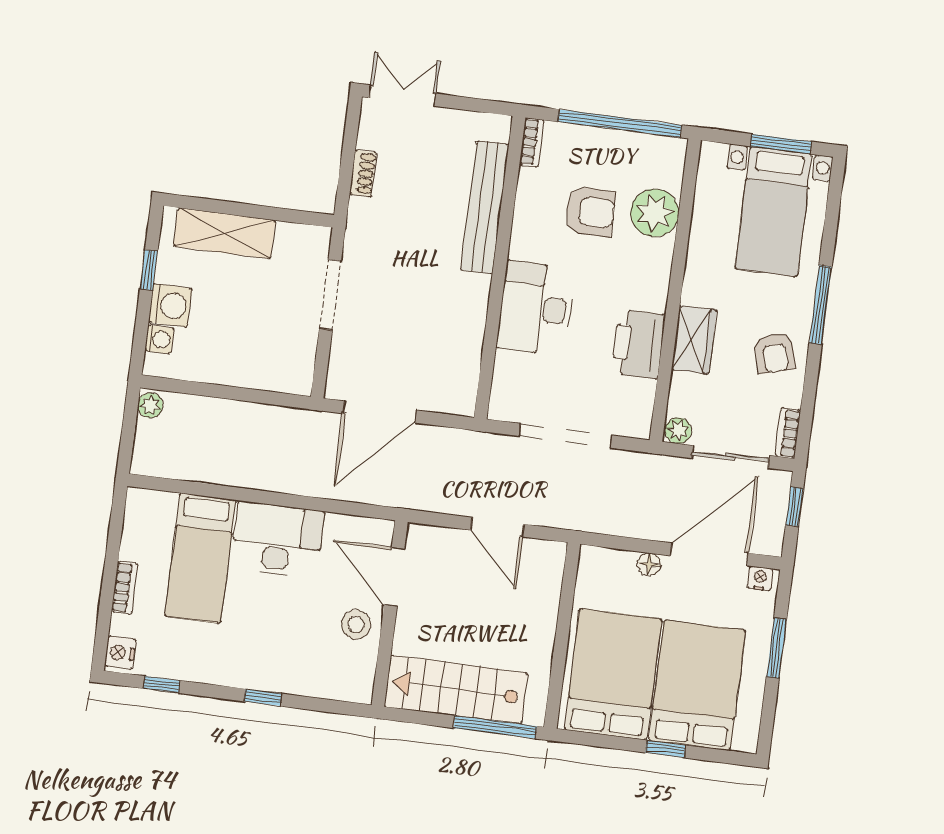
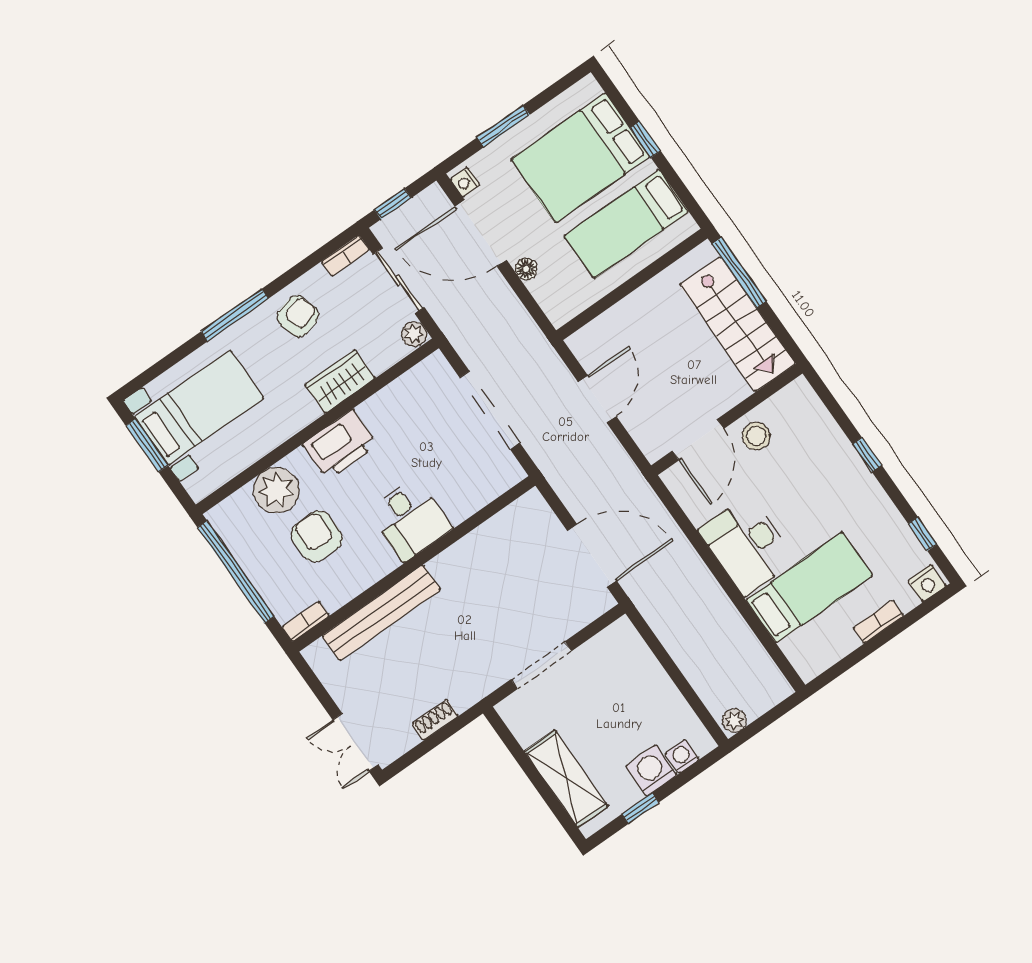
desk: (536, 308) -> (410, 519), width x0.73
printer: (638, 344) -> (340, 445), moved
bed: (613, 674) -> (626, 224), width x0.67

